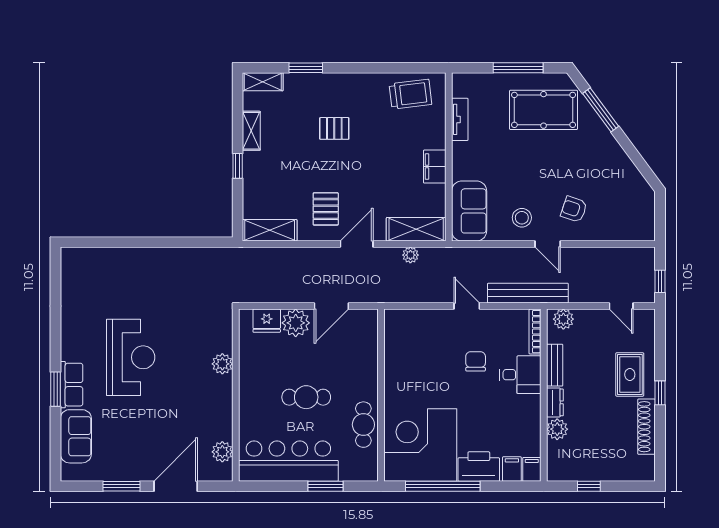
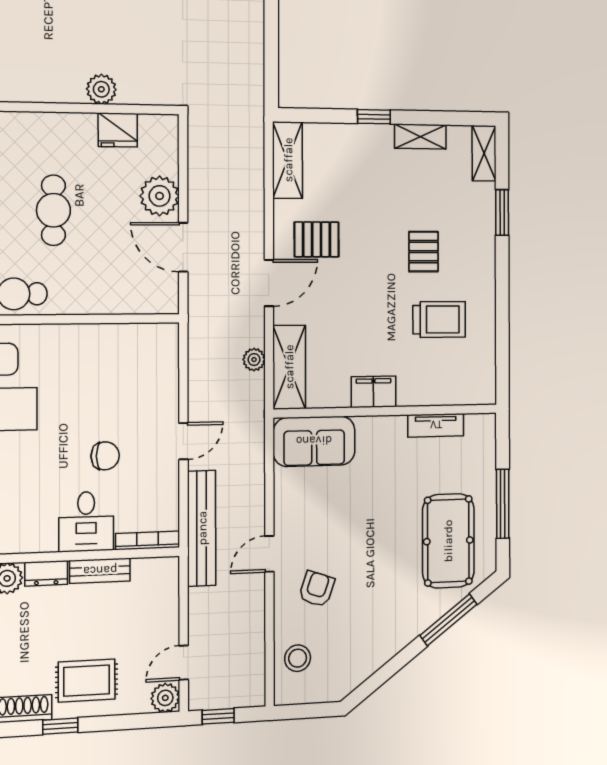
trolley: (410, 94) -> (439, 319), moved, turned -83
stool: (522, 218) -> (298, 658), moved
door: (357, 244) -> (269, 283), hinge flipped
plant: (563, 319) -> (165, 698), moved
fridge: (267, 321) -> (118, 130), moved, turned -90

